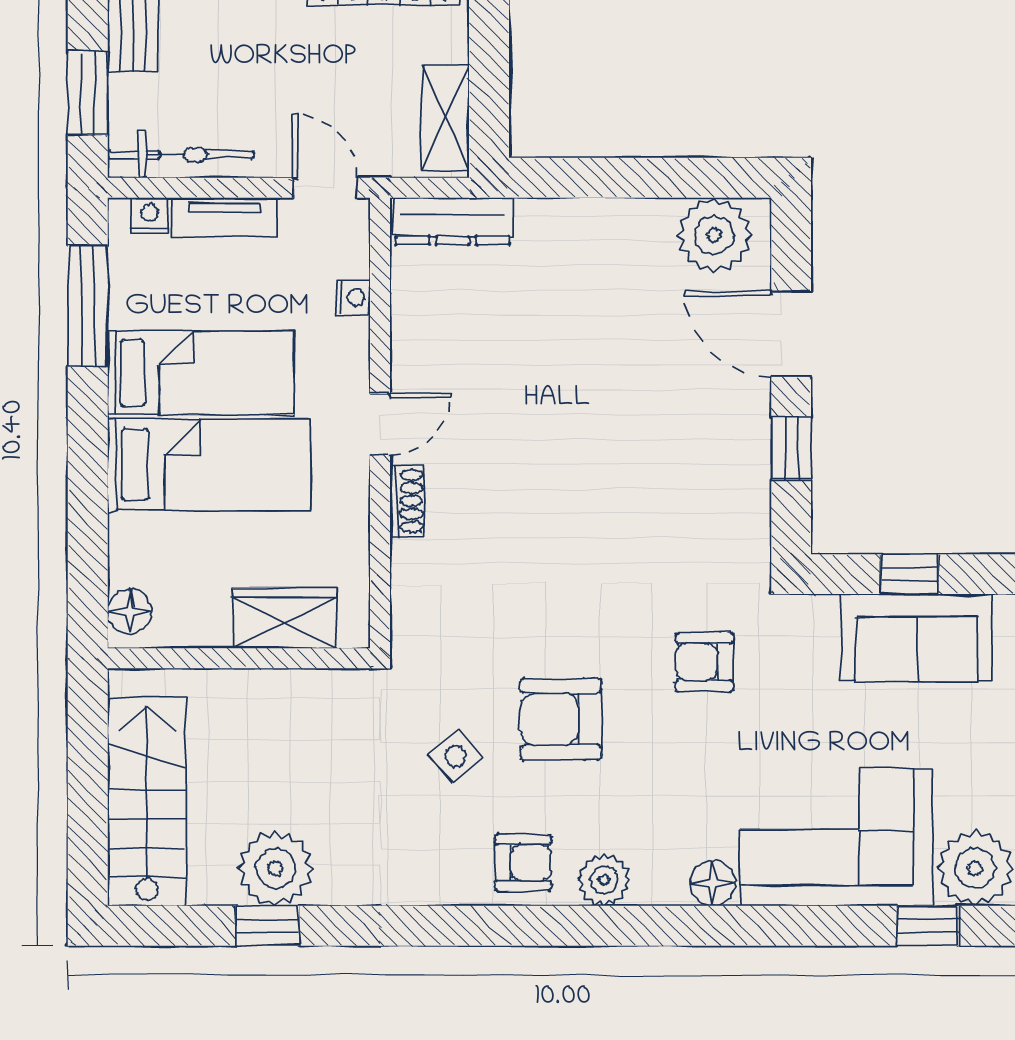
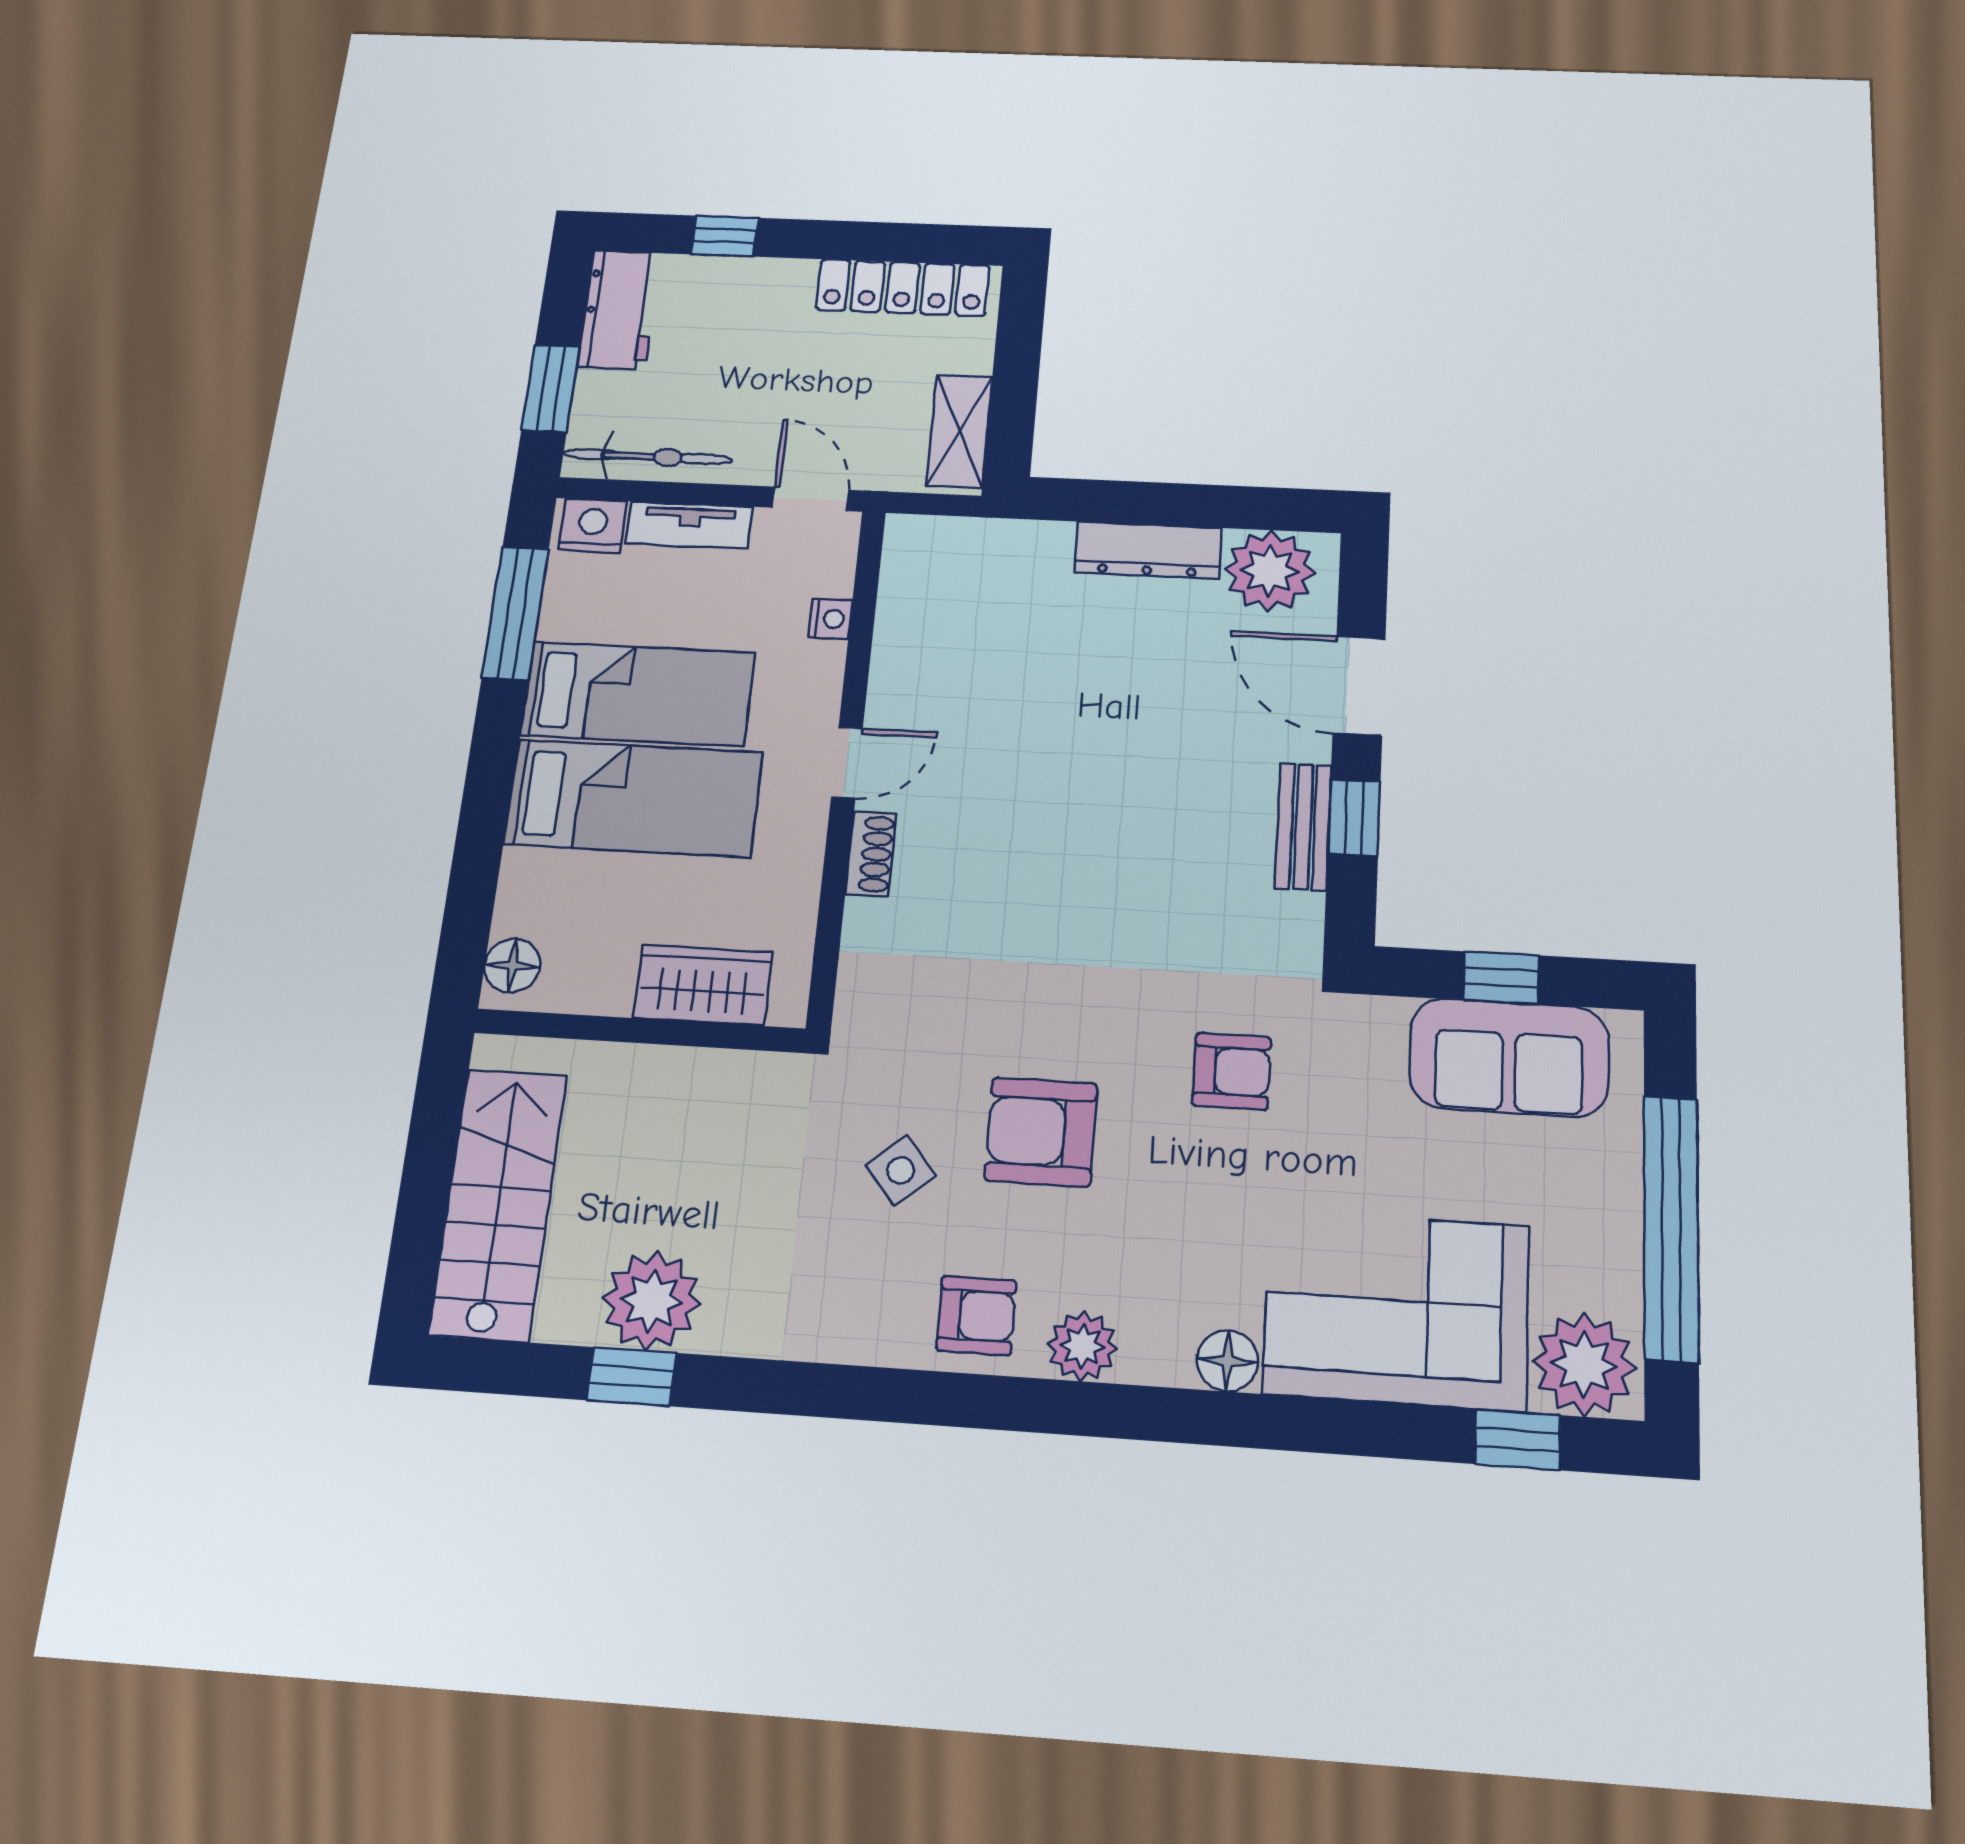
nightstand: (149, 216) -> (593, 526), width x1.39, depth x1.35
dresser: (453, 221) -> (1148, 550), moved
bench: (751, 458) -> (1303, 827), added
armchair: (705, 662) -> (1232, 1071), turned 180

